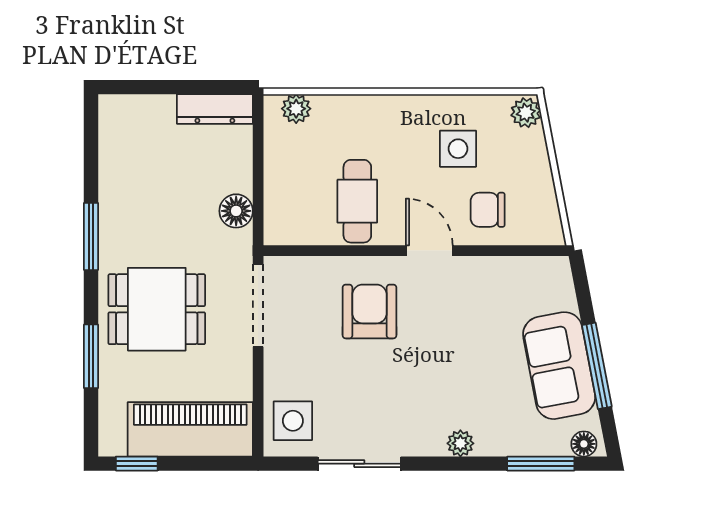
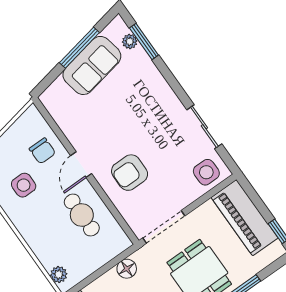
cafe table: (357, 201) -> (82, 215), turned 90
plant: (460, 443) -> (130, 41), moved
floor lamp: (584, 444) -> (120, 28), removed

